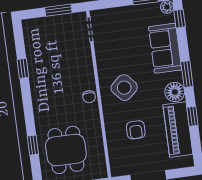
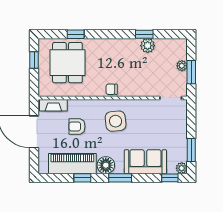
plant: (53, 22) -> (182, 66), added
plant: (35, 63) -> (148, 46), added
side table: (124, 88) -> (116, 121), turned 36
dining table: (66, 150) -> (67, 63), turned 90
fireplace: (115, 160) -> (53, 105), added

